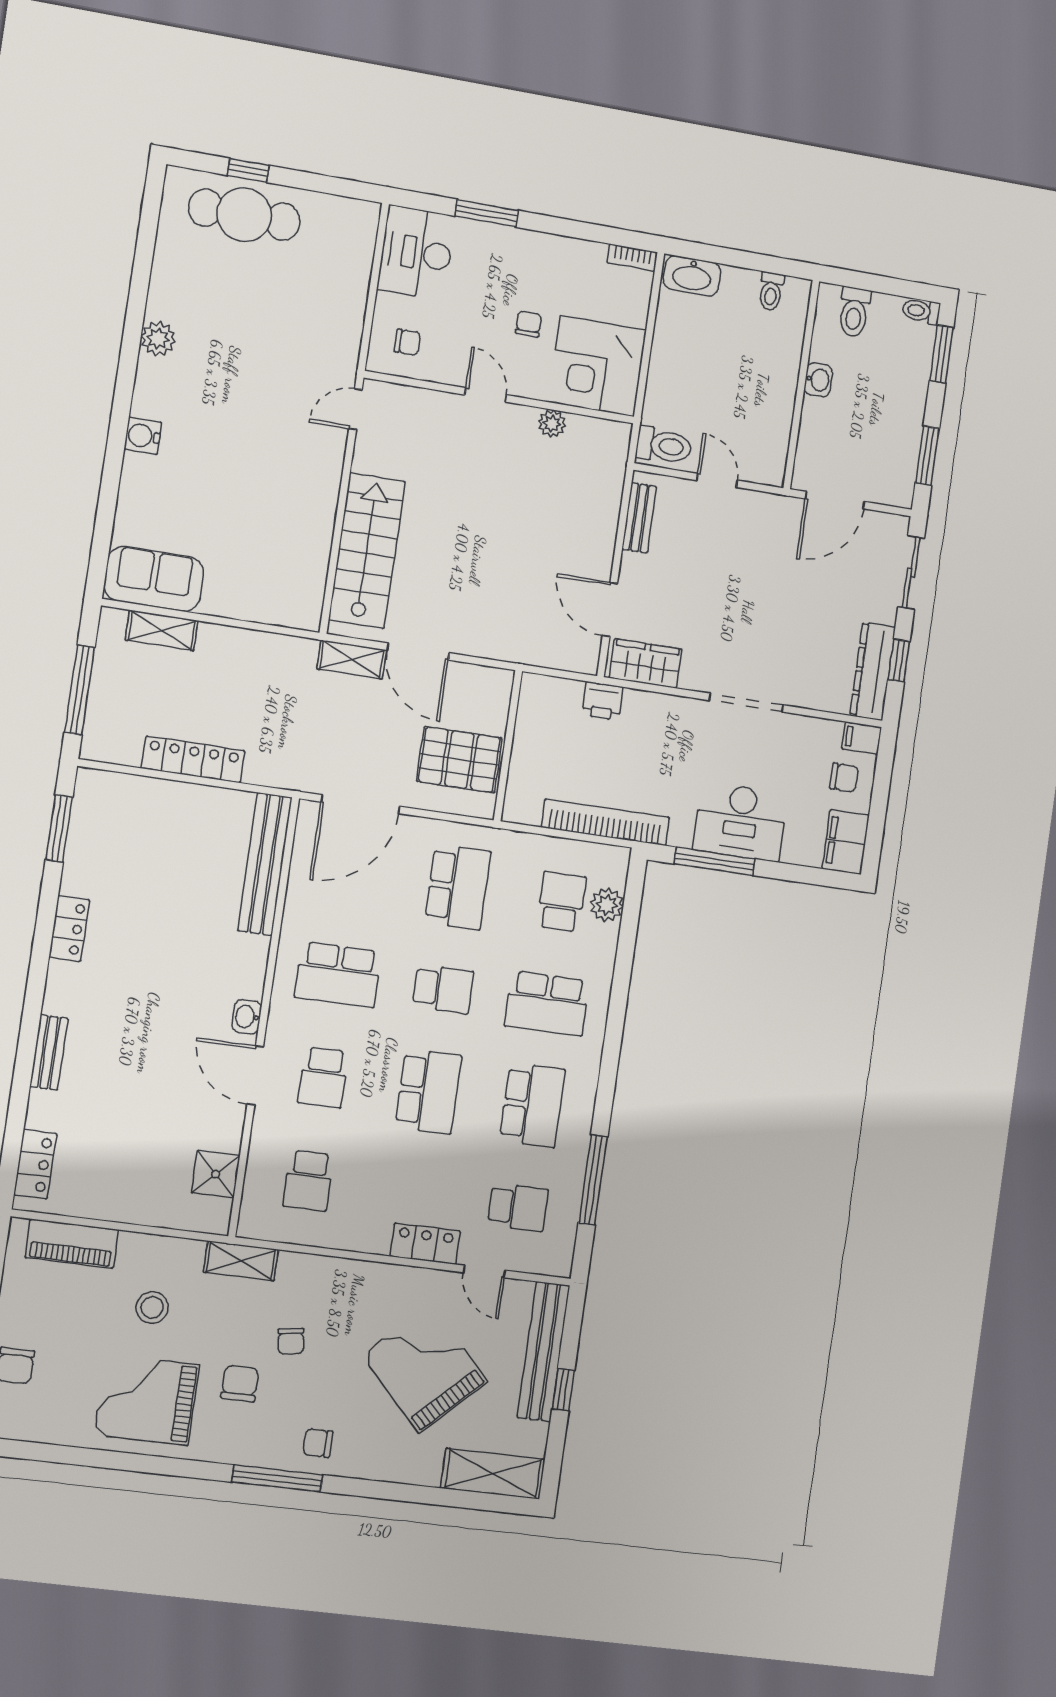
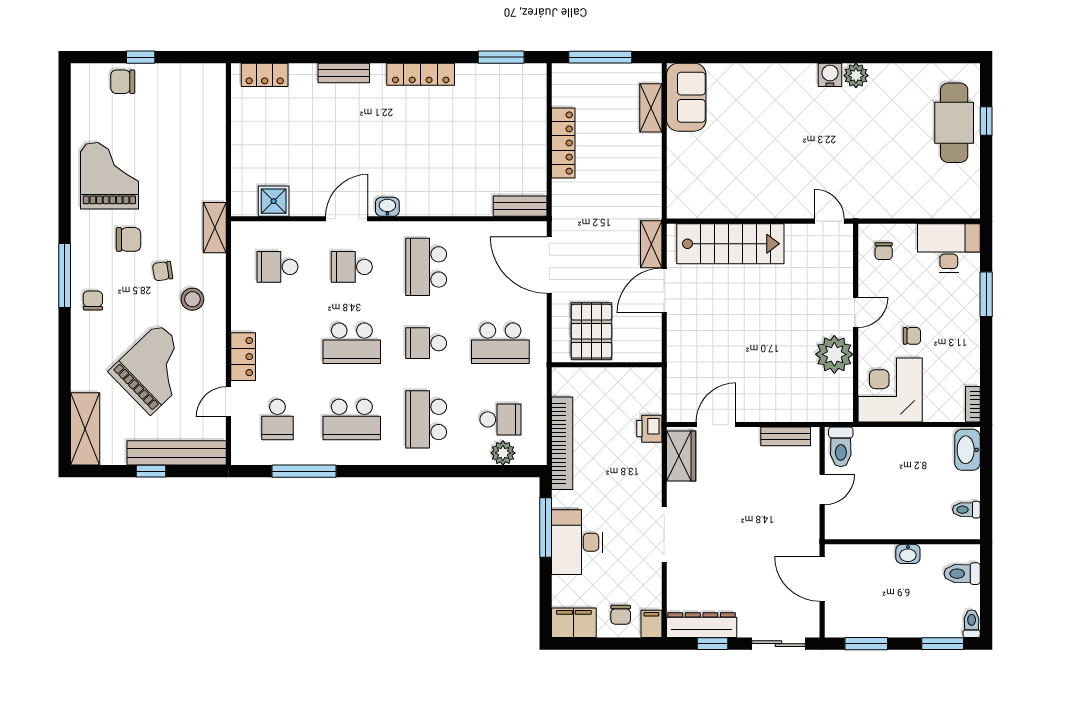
plant: (552, 424) -> (834, 354), width x1.87, depth x1.87
water cooler: (143, 436) -> (830, 75), moved
bench: (265, 864) -> (520, 206), width x0.54, depth x0.82
locker: (69, 928) -> (421, 74), width x1.53
school desk: (443, 989) -> (426, 343), turned 90
piano: (72, 1244) -> (212, 108), removed
stool: (152, 1307) -> (192, 299), moved

